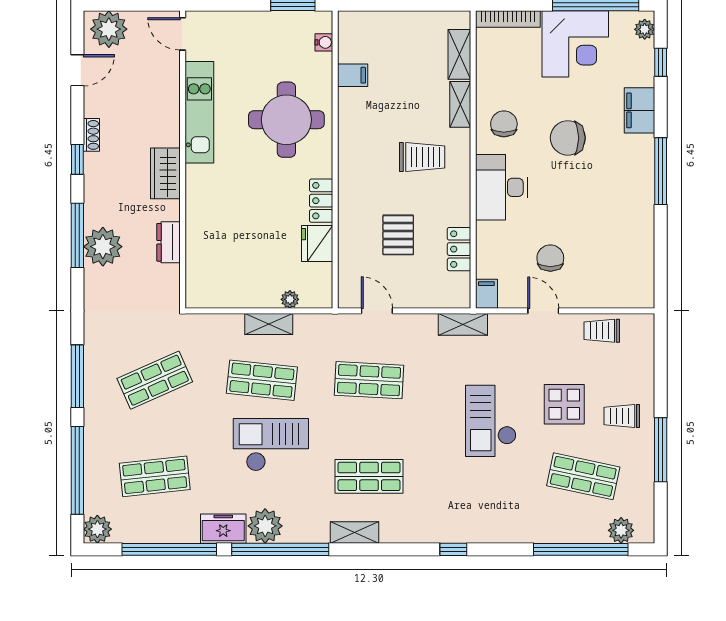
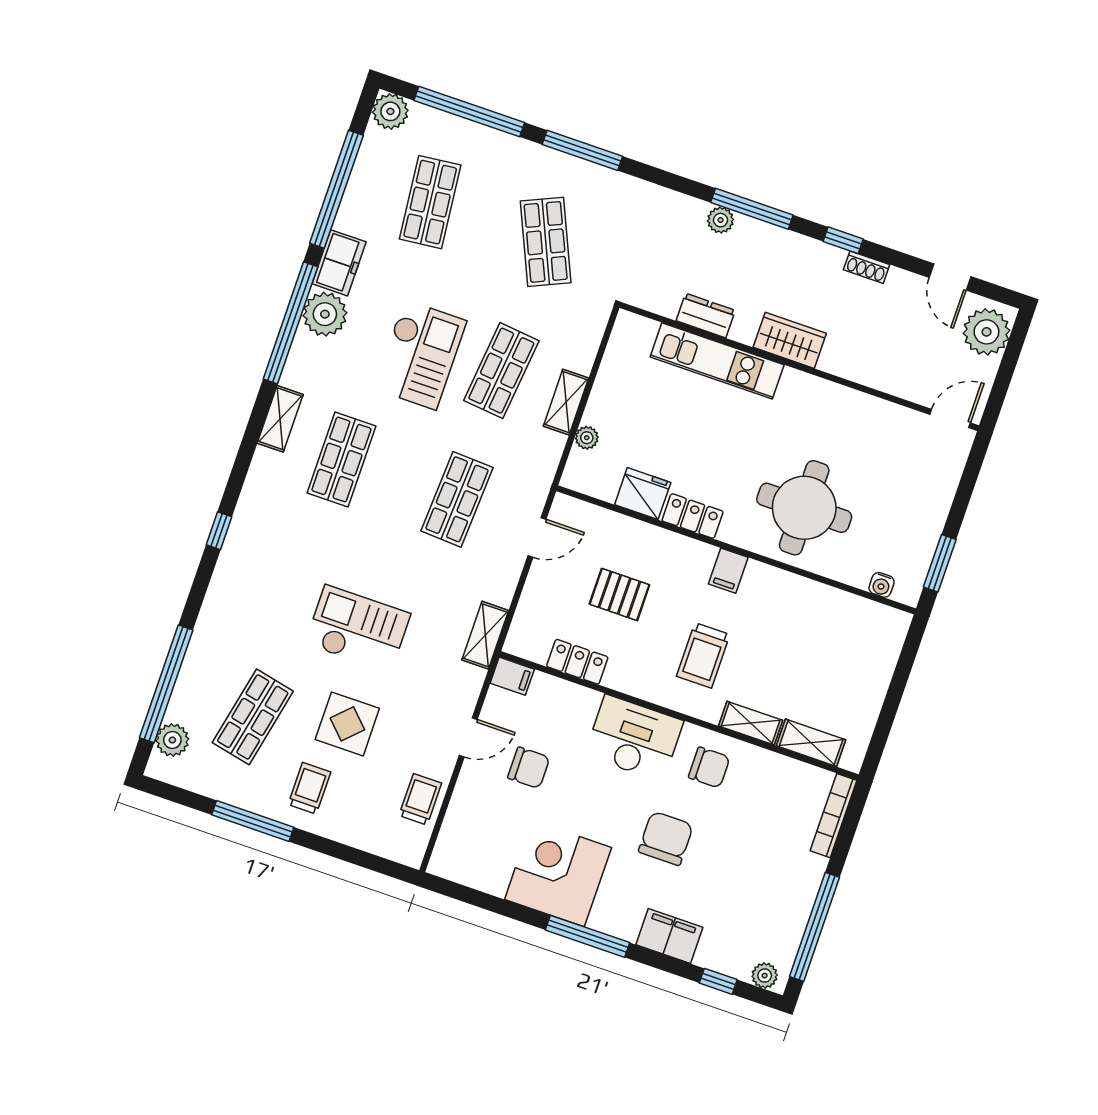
corner desk: (575, 44) -> (558, 873), moved, turned 90
filing cabinet: (353, 75) -> (728, 571), moved
kitchen unit: (199, 112) -> (717, 361), moved
plant: (103, 247) -> (721, 220), width x0.53, depth x0.53

